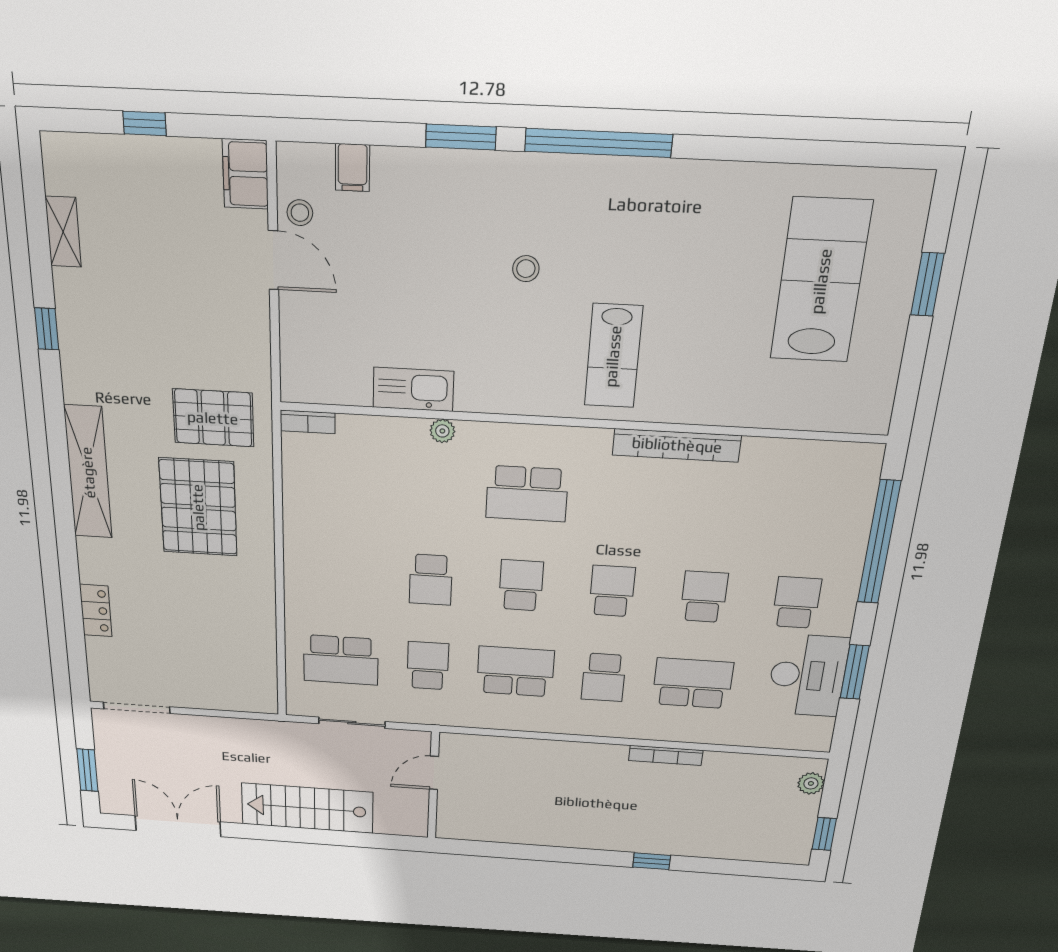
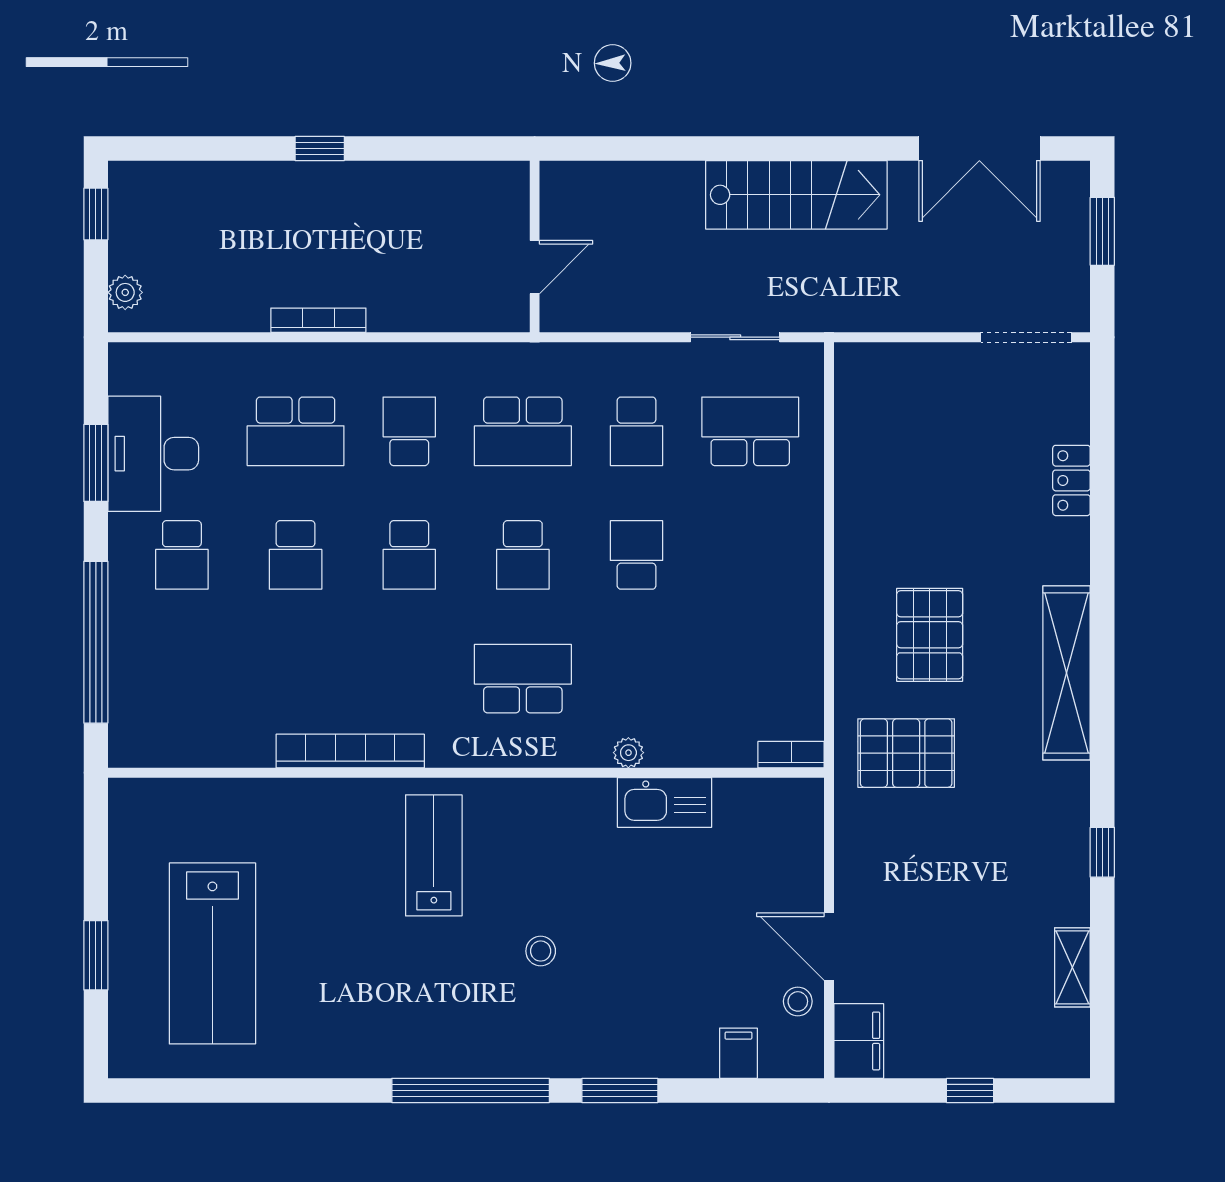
pallet: (198, 507) -> (930, 635), width x0.73, depth x0.71
door: (434, 773) -> (535, 267), moved
wall: (433, 786) -> (535, 246), moved

